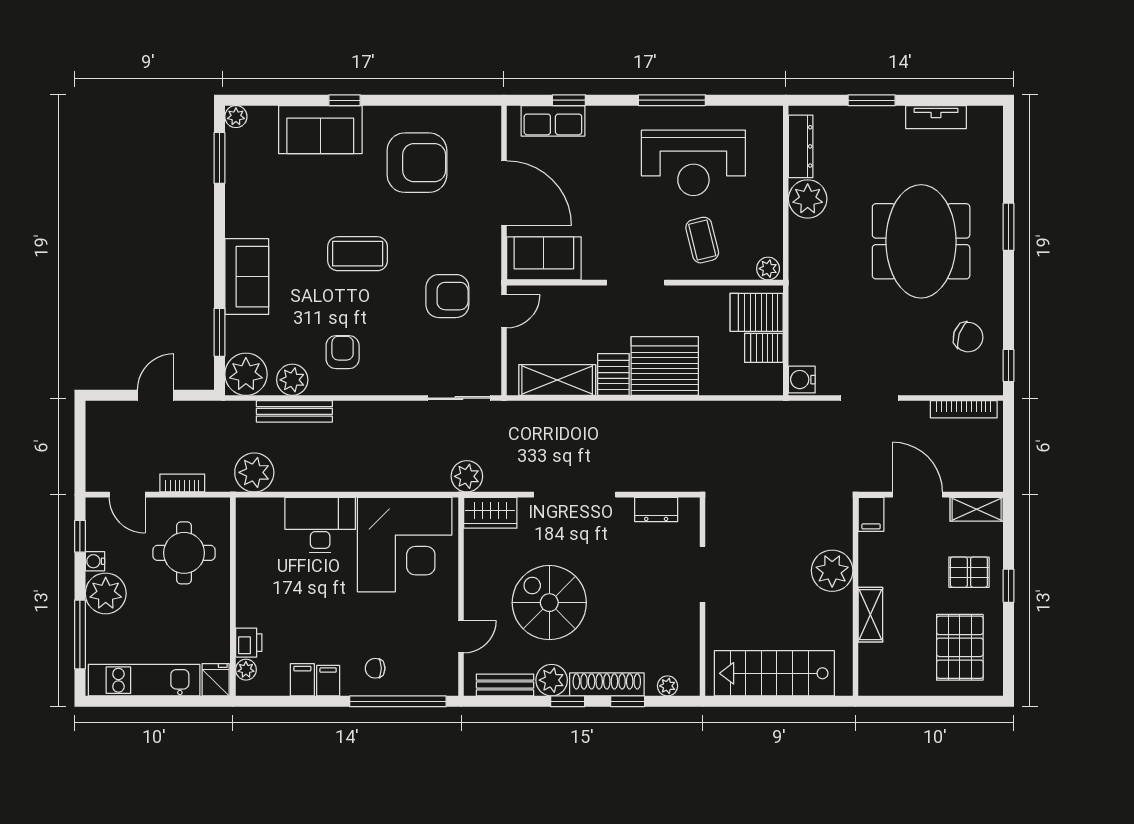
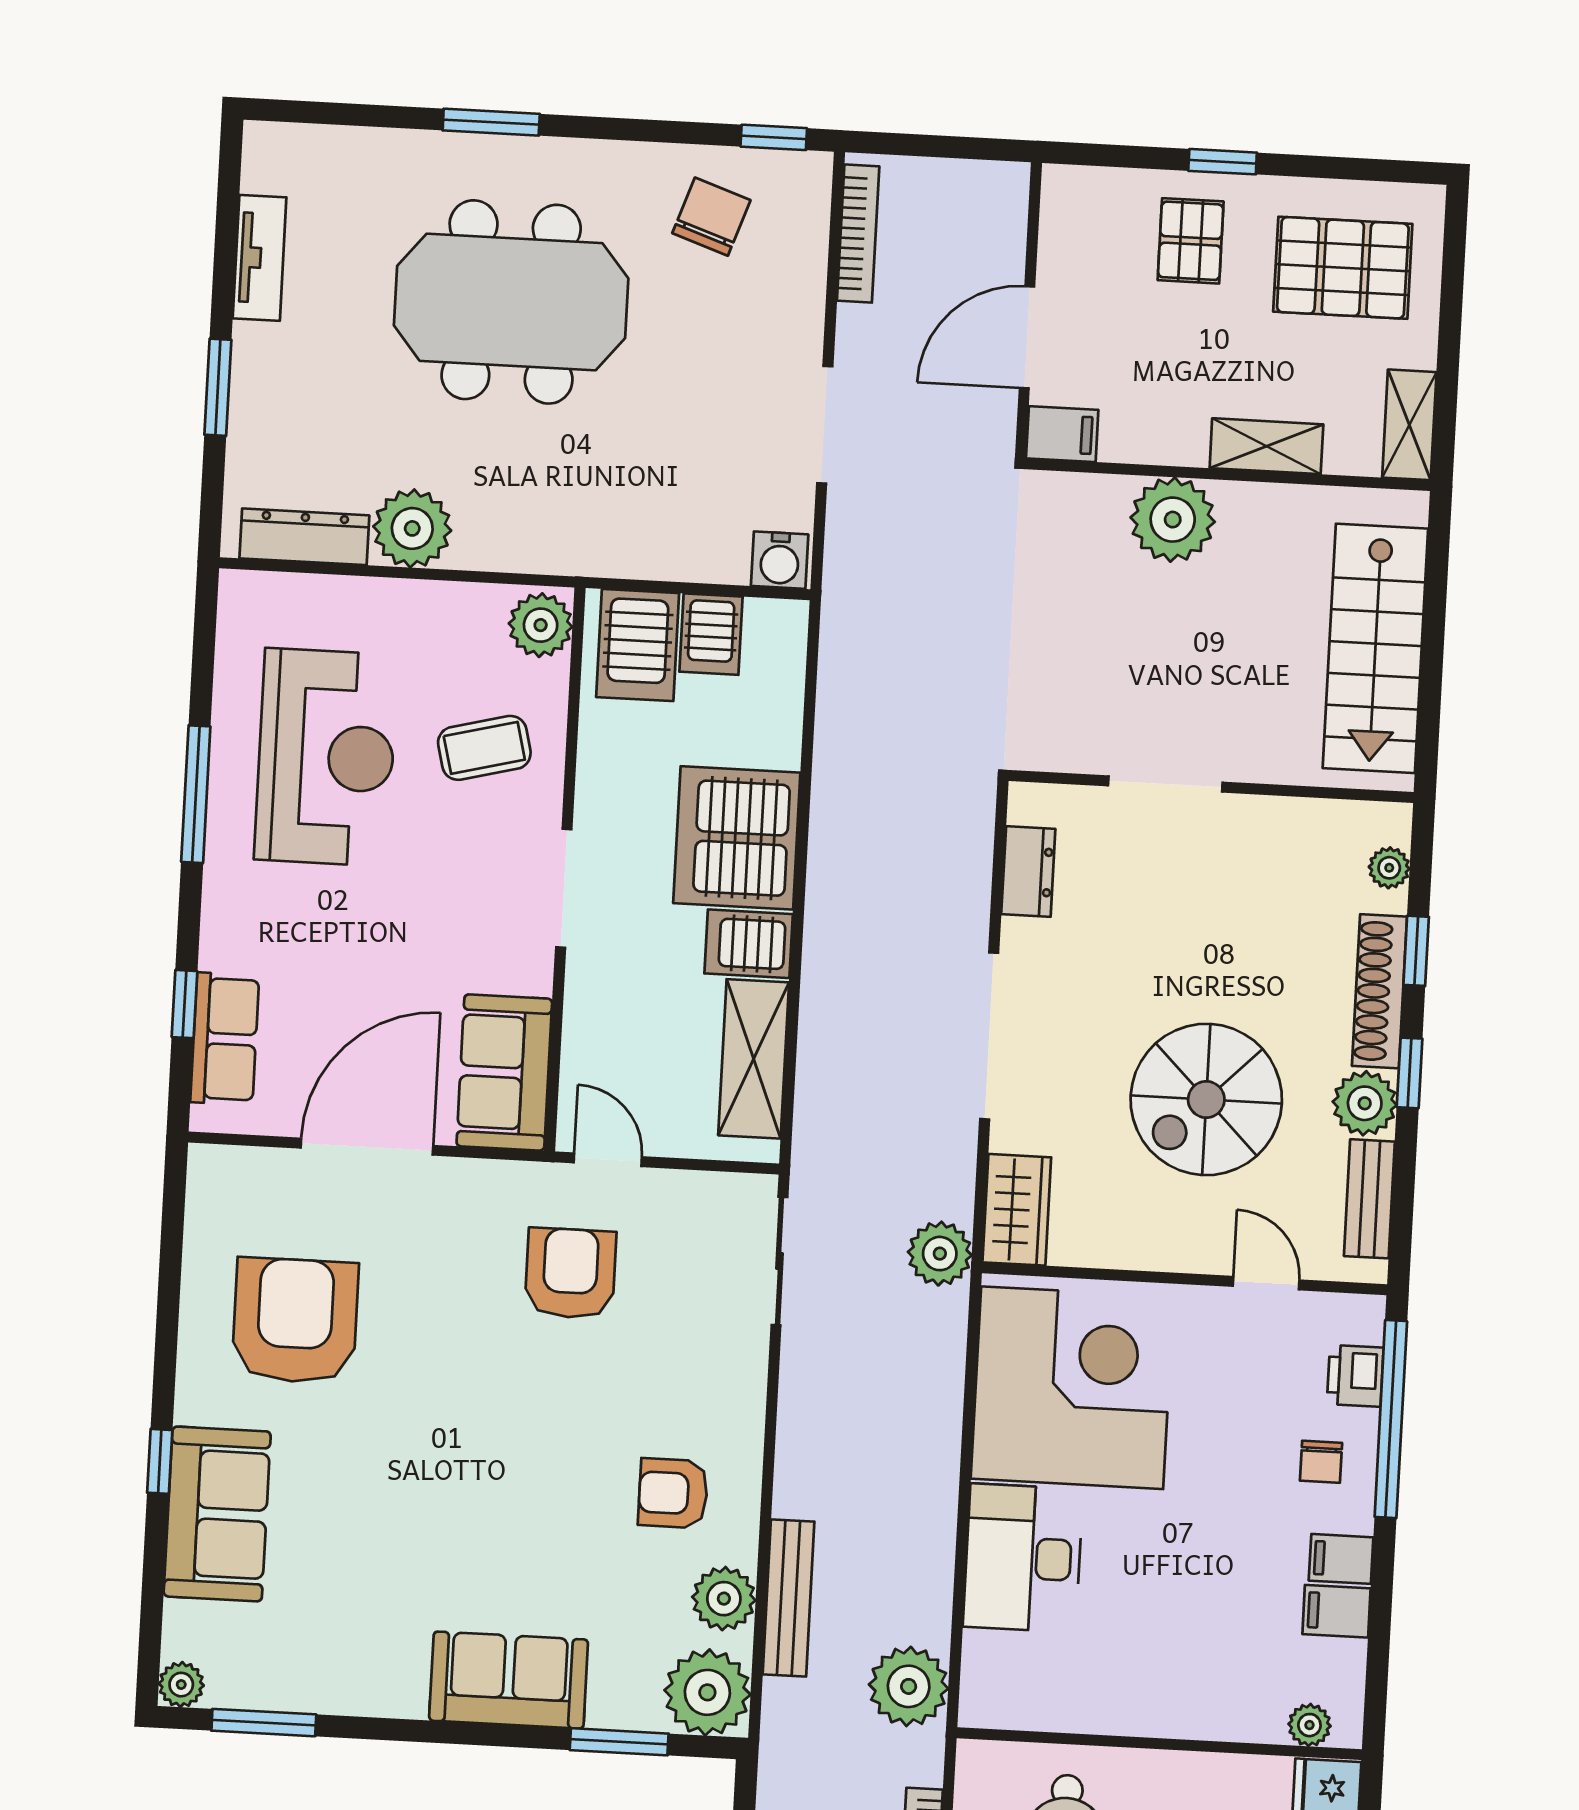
coffee table: (358, 254) -> (474, 1452), removed
plant: (768, 269) -> (541, 625), width x1.38, depth x1.38
shelving: (977, 509) -> (1409, 425), moved
printer: (249, 643) -> (1355, 1376), moved, turned -90

